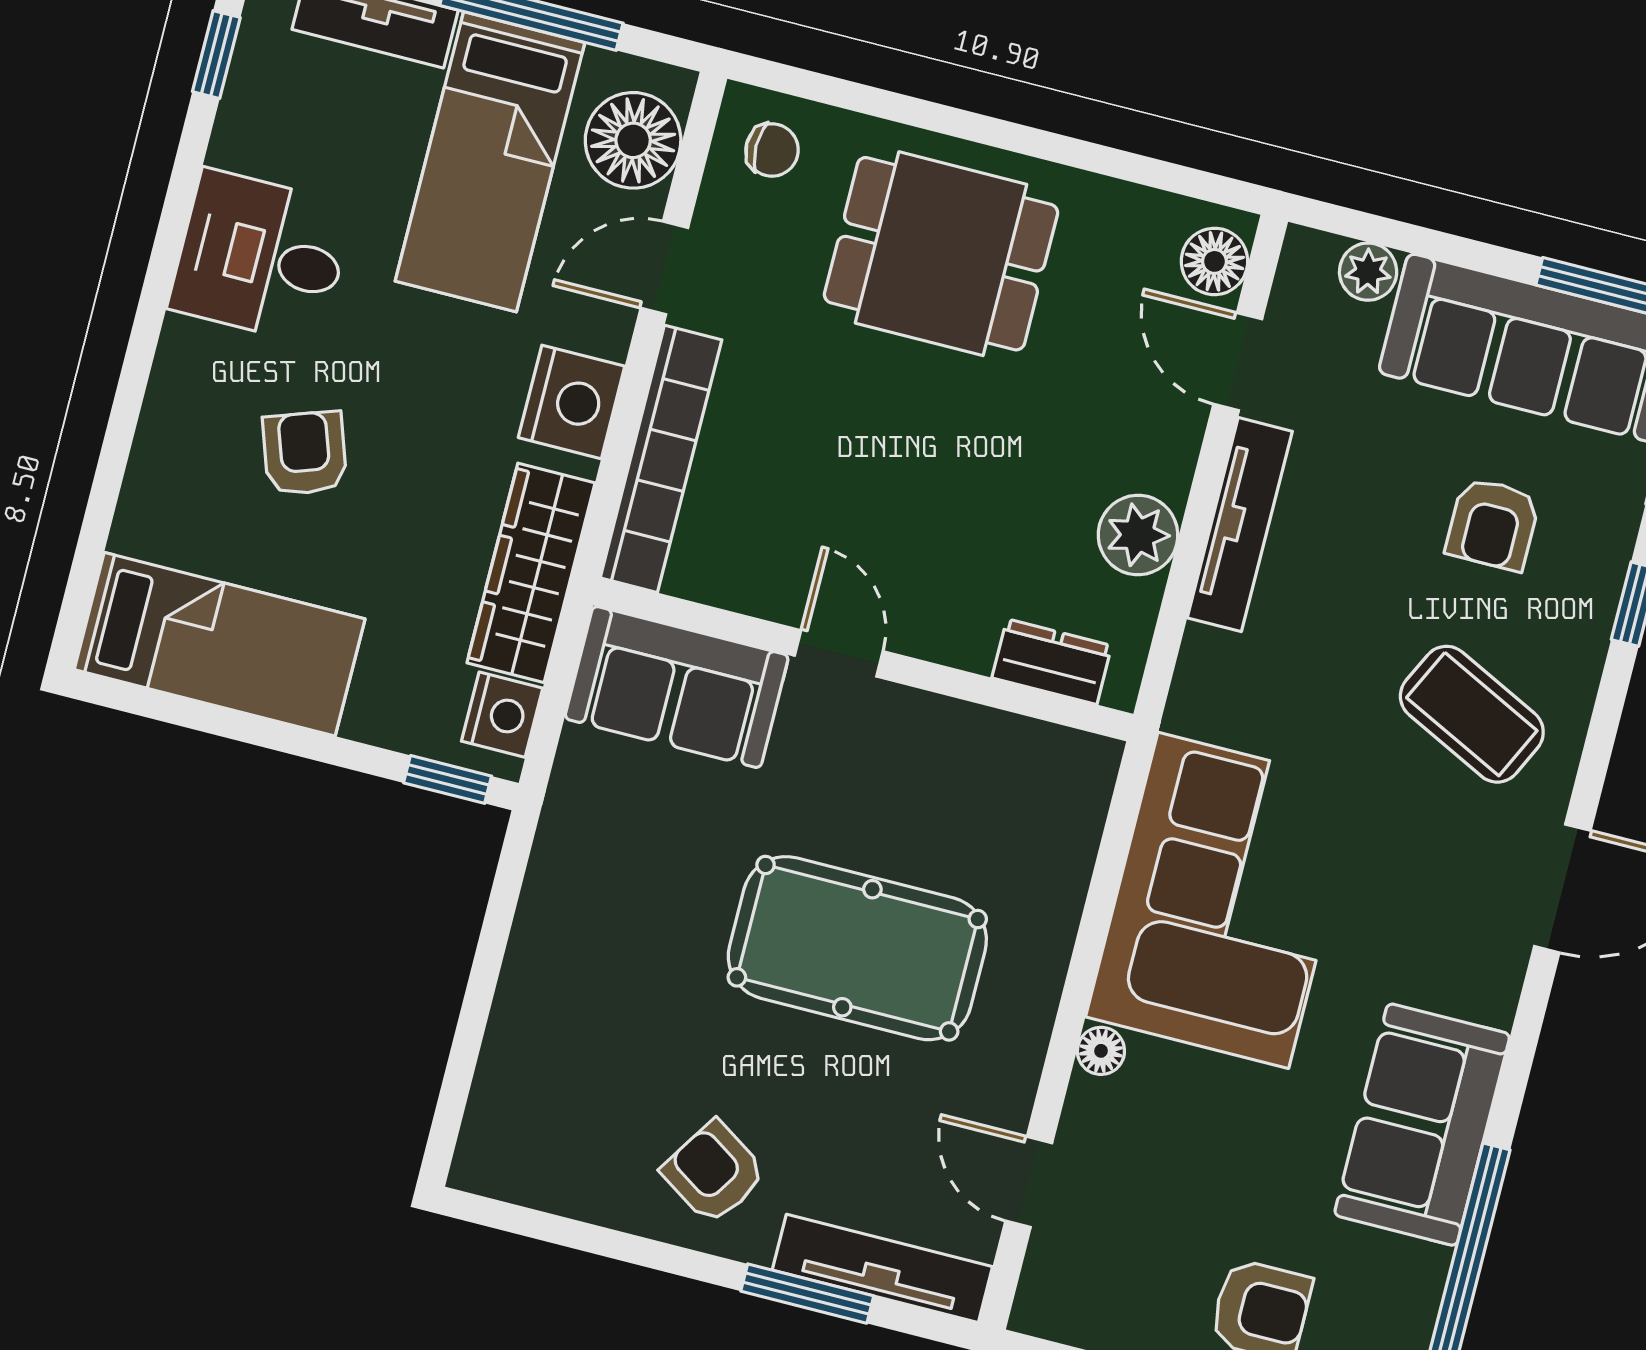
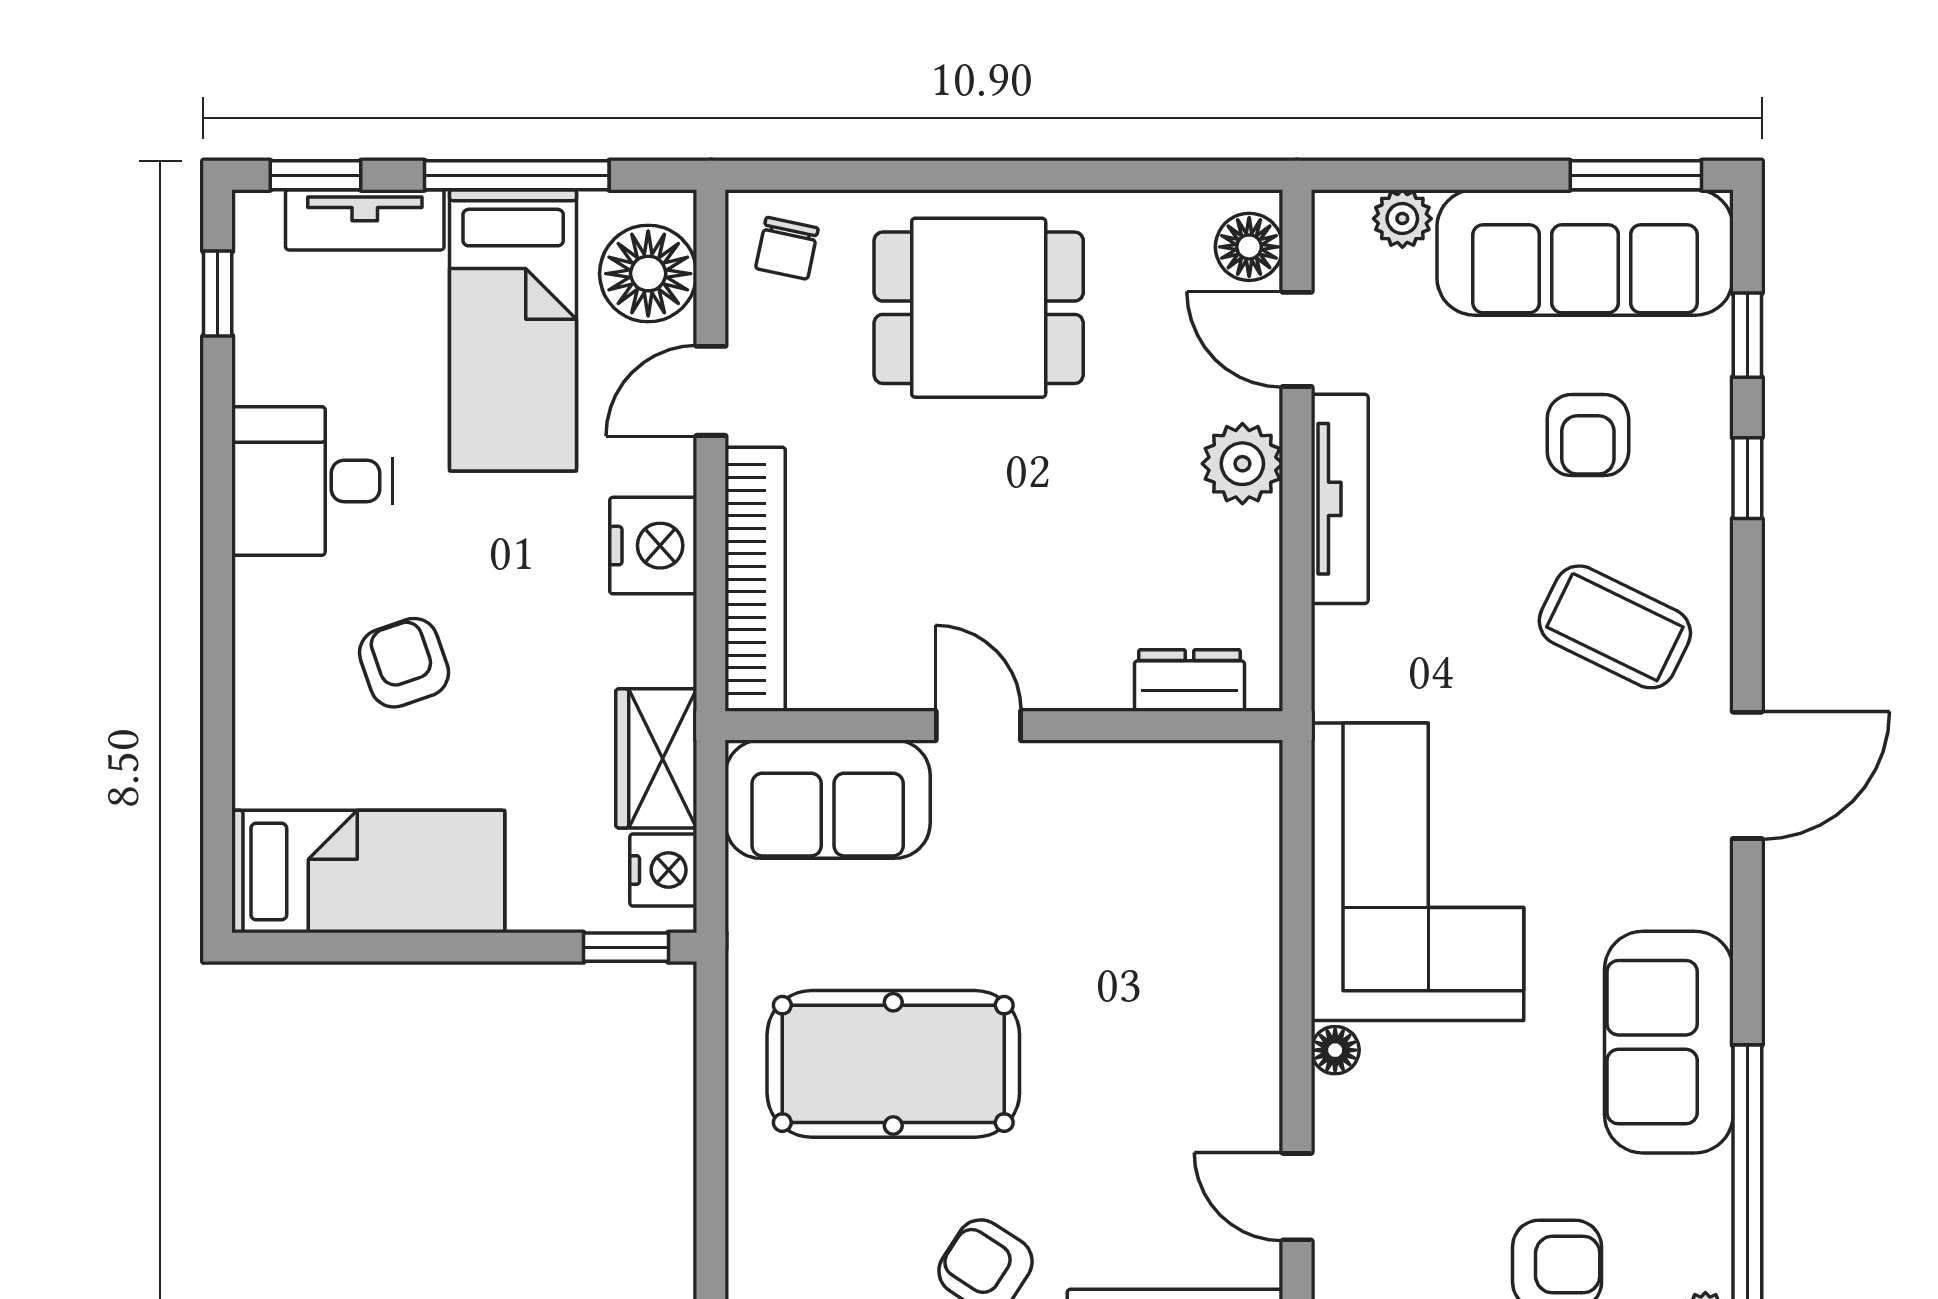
chair: (772, 150) -> (787, 248), turned 102
plant: (1138, 535) -> (1242, 464), moved
wardrobe: (531, 573) -> (656, 758), width x0.67
pool table: (857, 948) -> (893, 1064), moved

